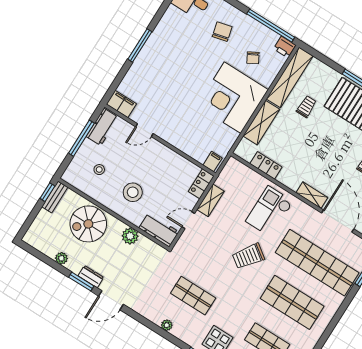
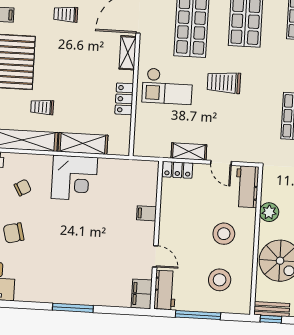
corner desk: (233, 98) -> (74, 178), width x0.74, depth x0.74
workbench: (102, 127) -> (165, 290), moved, turned 90
filing cabinet: (213, 162) -> (146, 213), moved
locker: (266, 165) -> (124, 99), moved
stool: (99, 170) -> (220, 280), width x1.89, depth x1.89
trolley: (248, 256) -> (224, 83), turned 144

